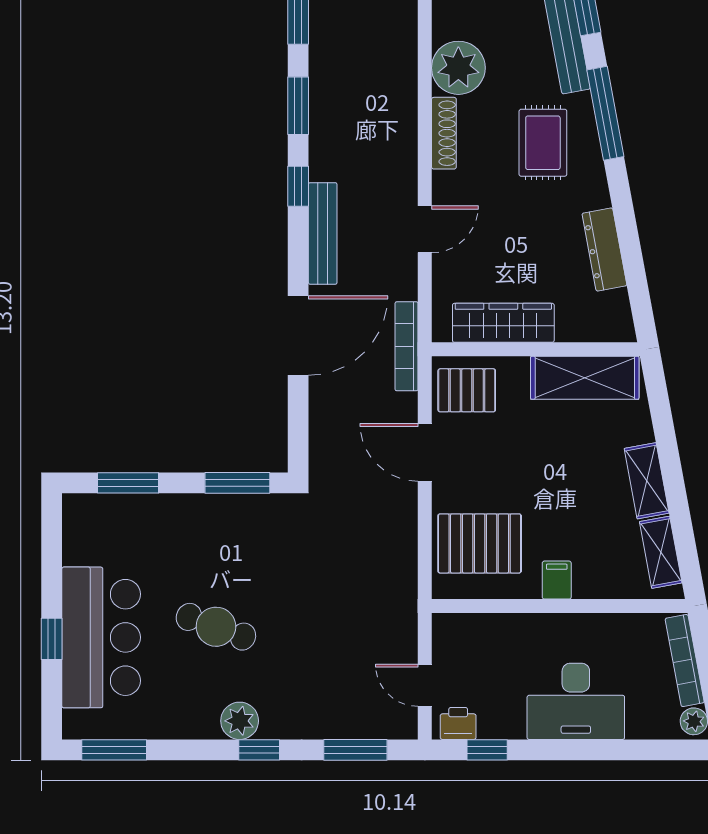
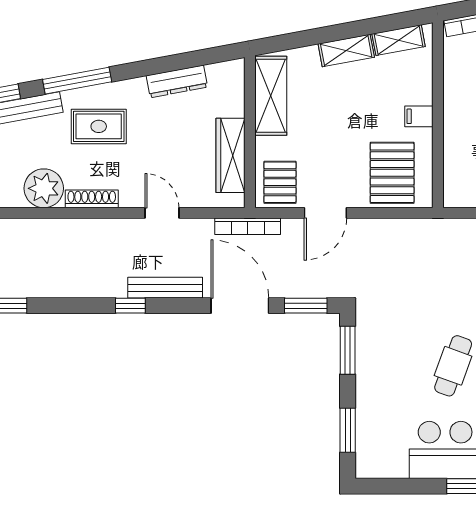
window: (298, 106) -> (306, 306), moved

